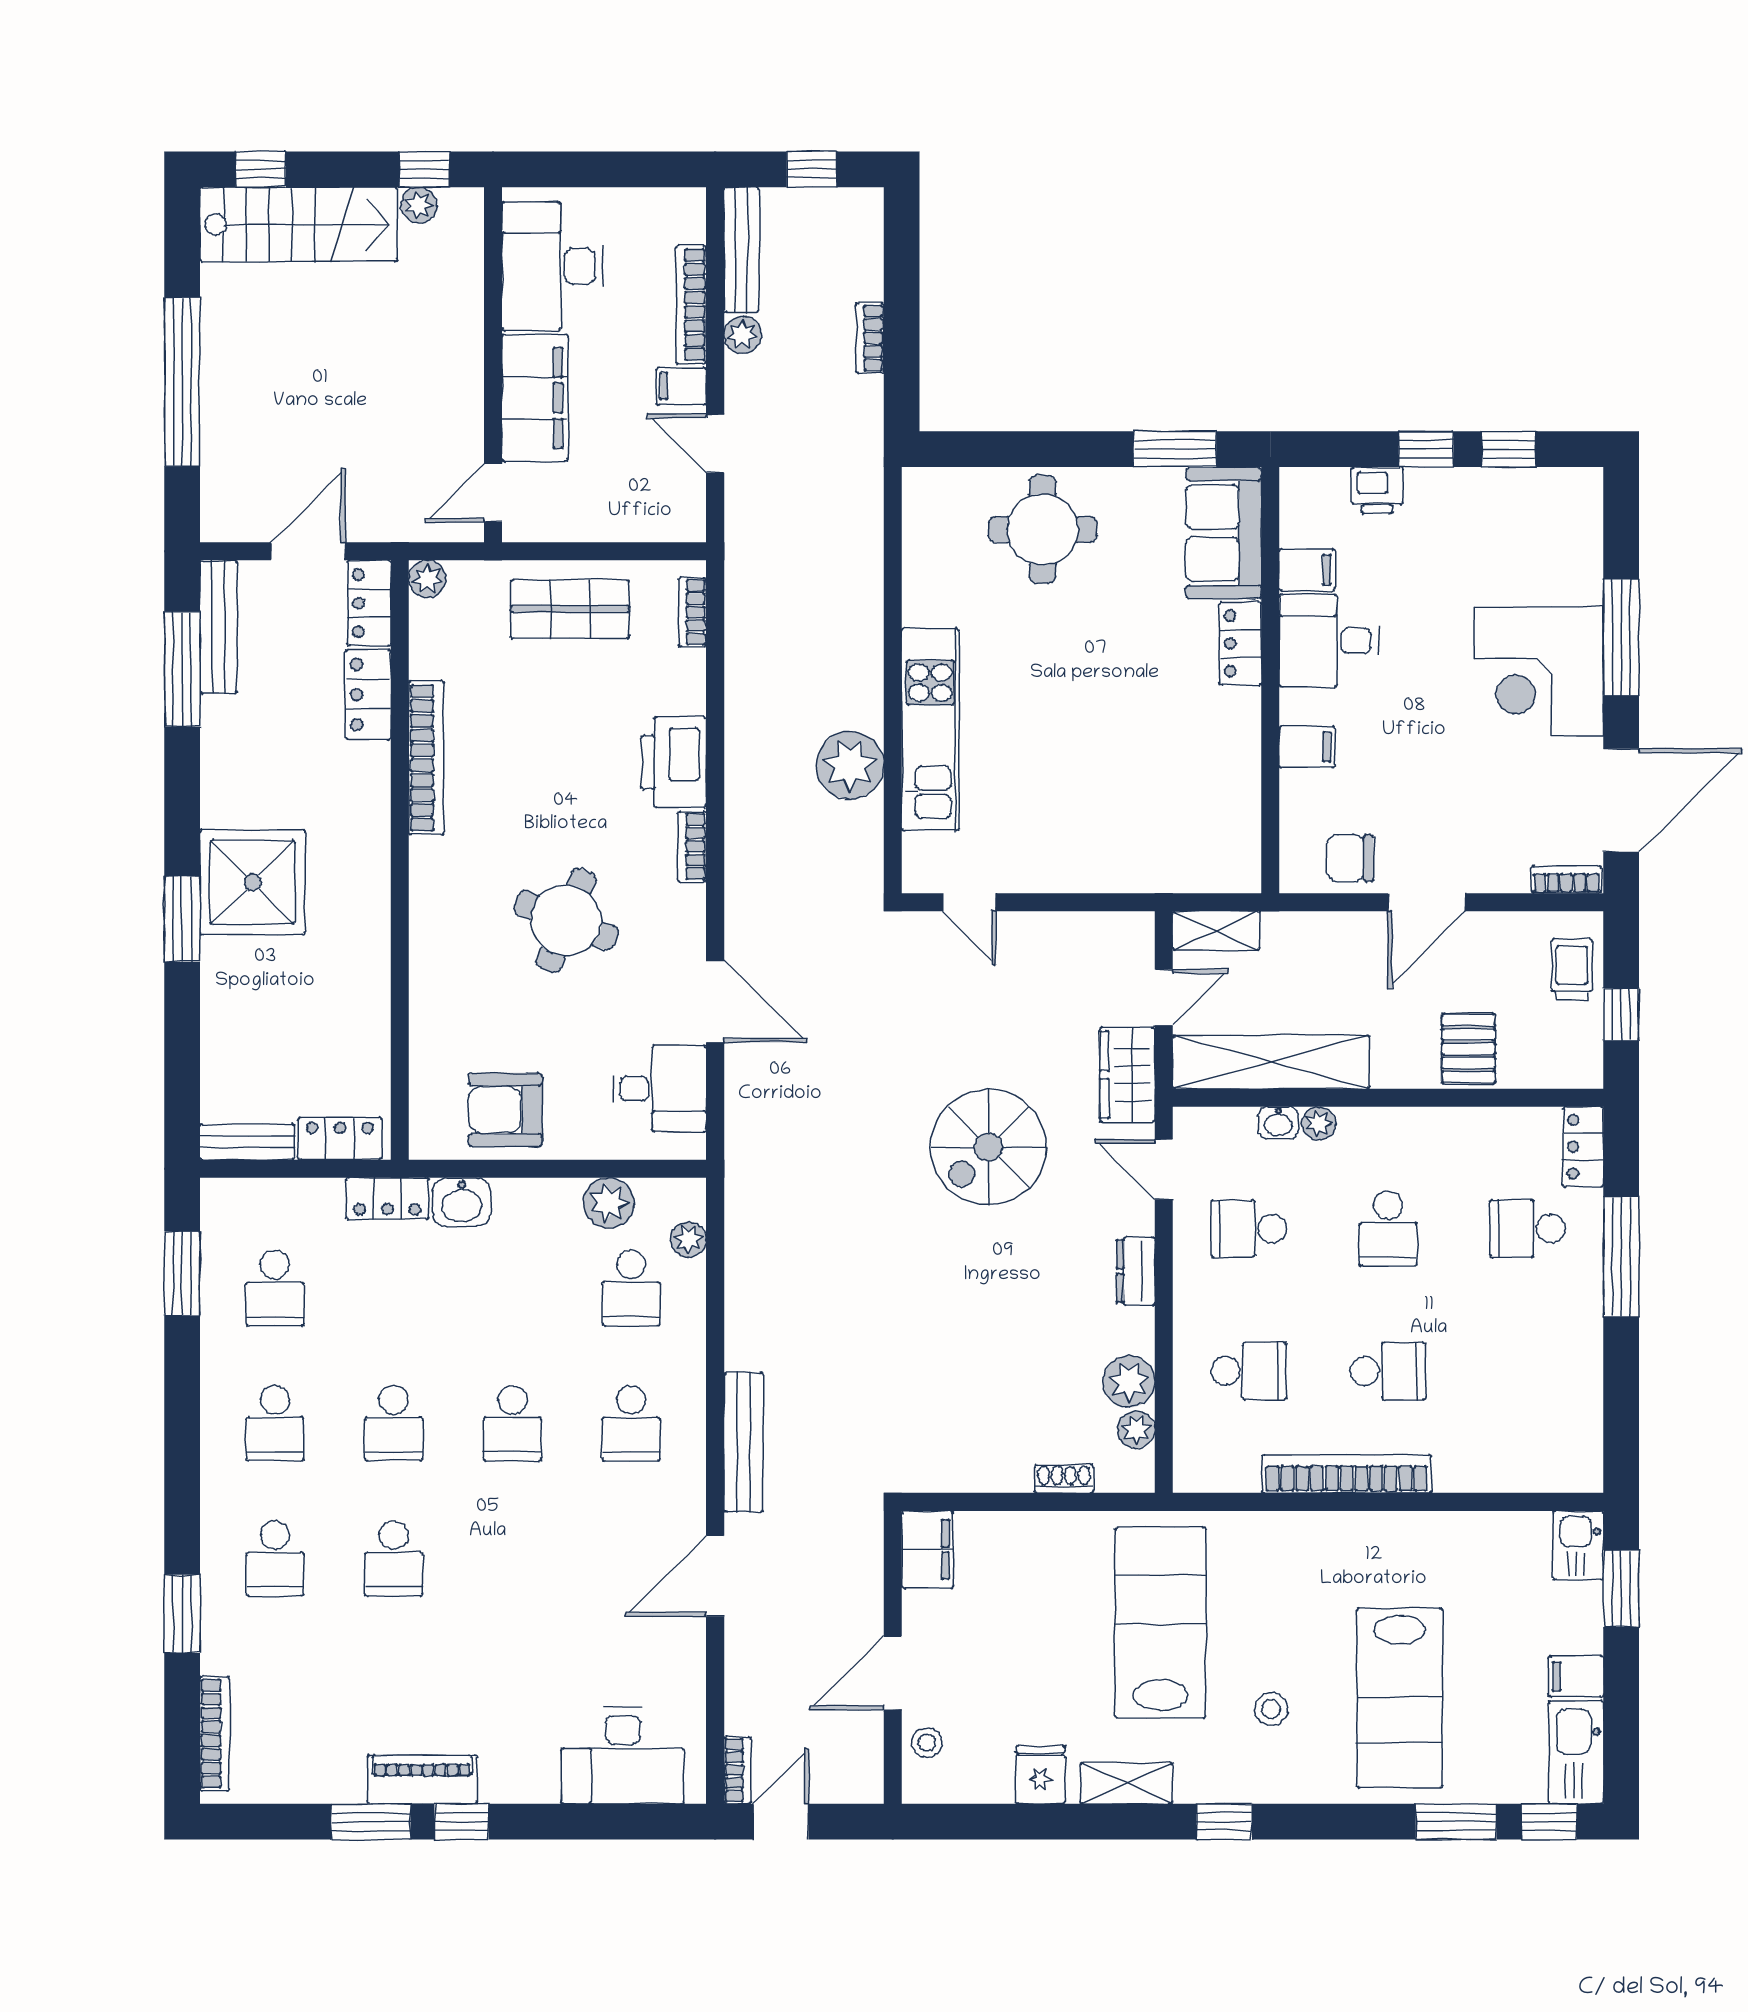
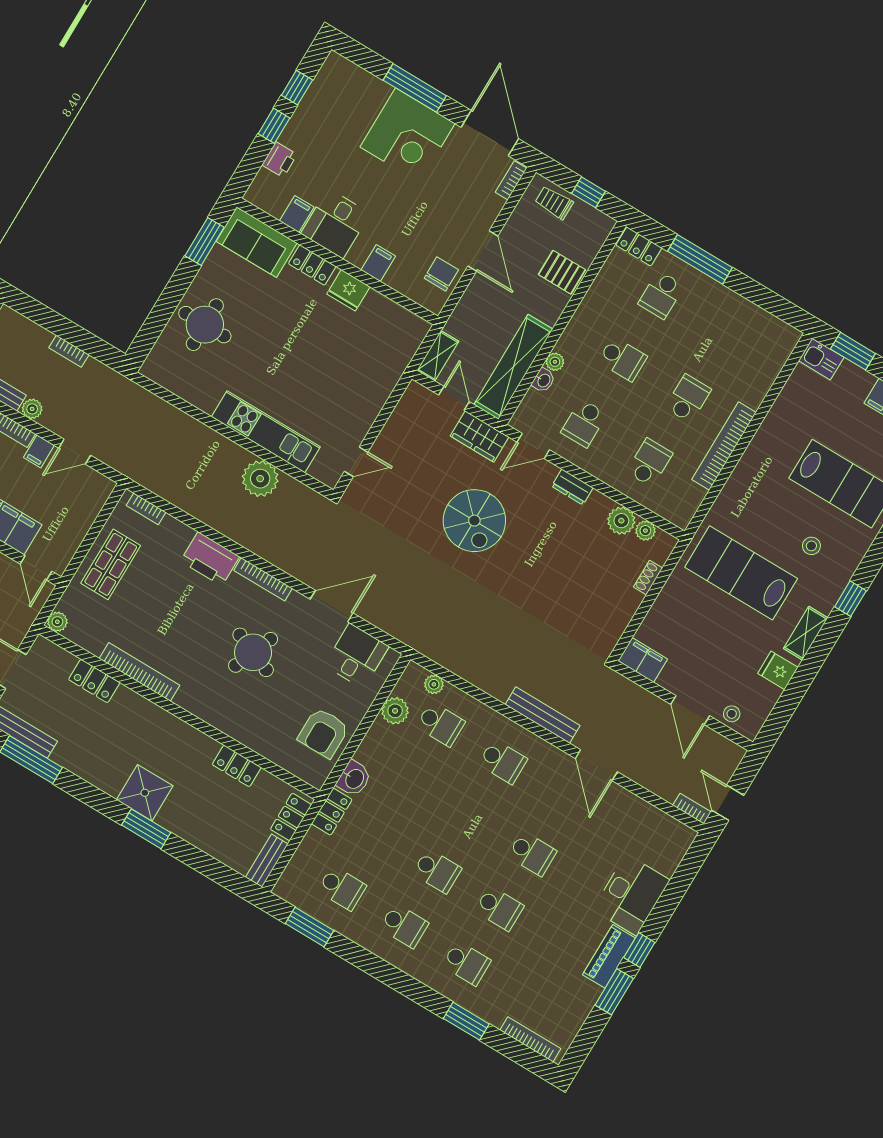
locker: (369, 603) -> (237, 766), moved
fridge: (1235, 725) -> (348, 290), added
bookcase: (692, 846) -> (263, 579), width x1.56
chair: (1350, 858) -> (441, 274), turned 180
shower: (252, 882) -> (145, 793), width x0.73, depth x0.73
school desk: (512, 1423) -> (532, 854), moved
desk: (623, 1756) -> (631, 895), moved

